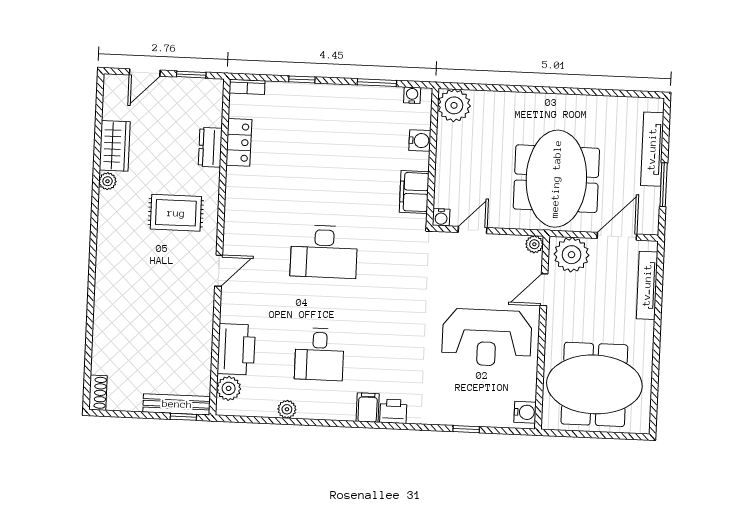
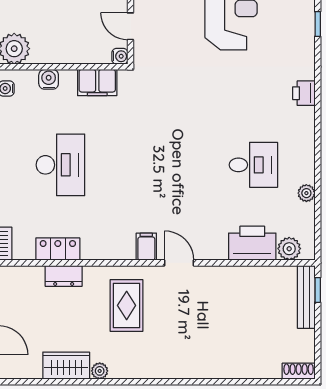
desk: (324, 252) -> (60, 165), moved
filing cabinet: (368, 408) -> (146, 247), moved, turned 90

